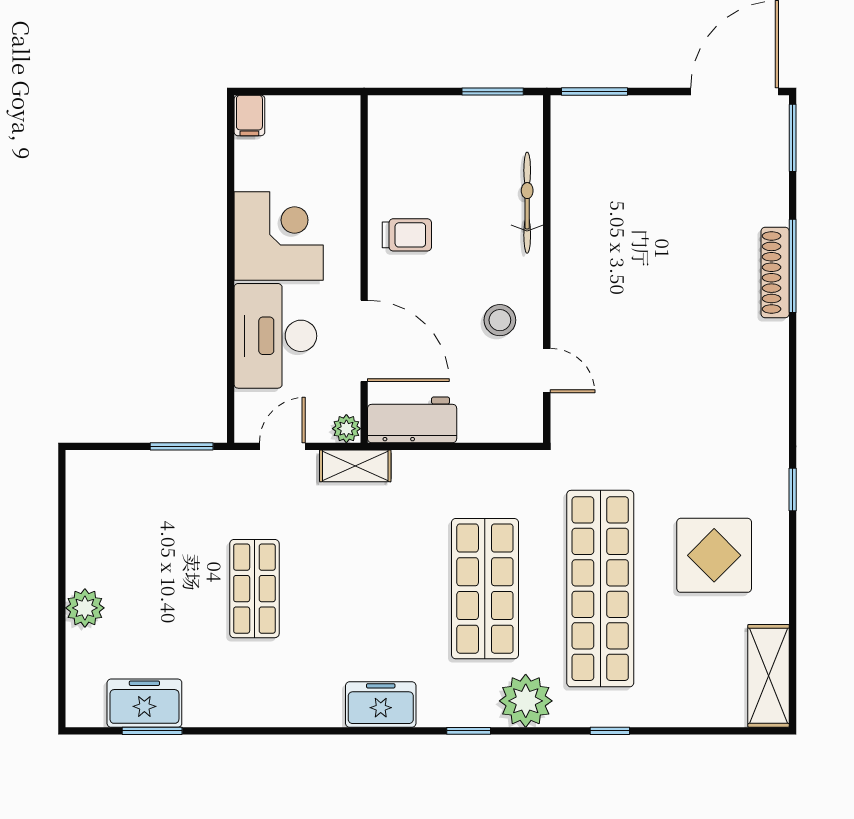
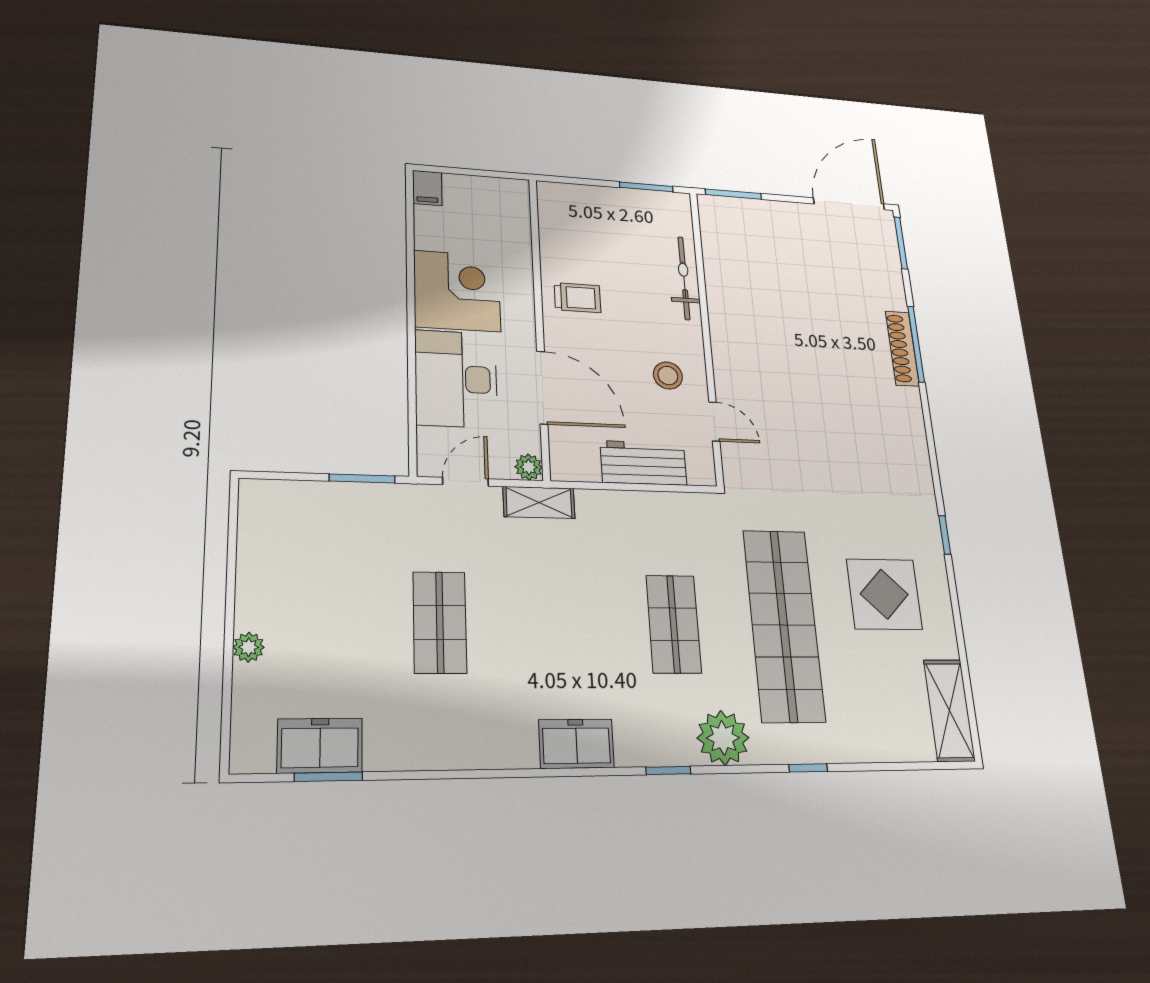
workbench: (412, 420) -> (644, 463), moved
shop shelf: (485, 589) -> (674, 624), width x0.70, depth x0.74
plant: (85, 608) -> (249, 647), width x0.73, depth x0.73

